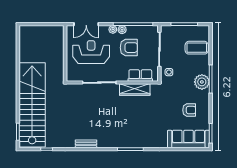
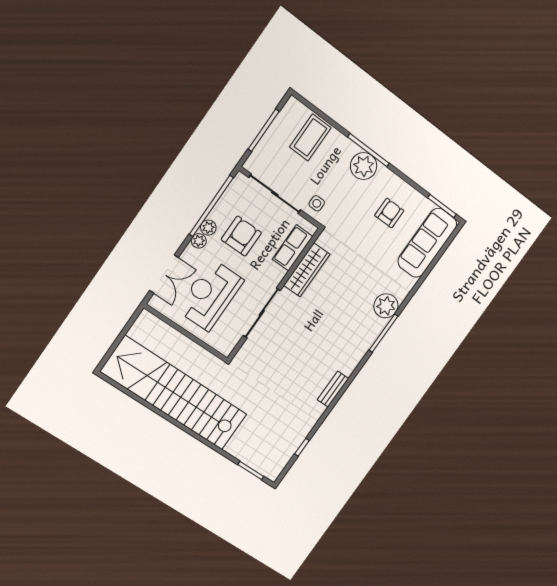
stairs: (32, 105) -> (174, 393), moved
plant: (144, 141) -> (386, 306), added

